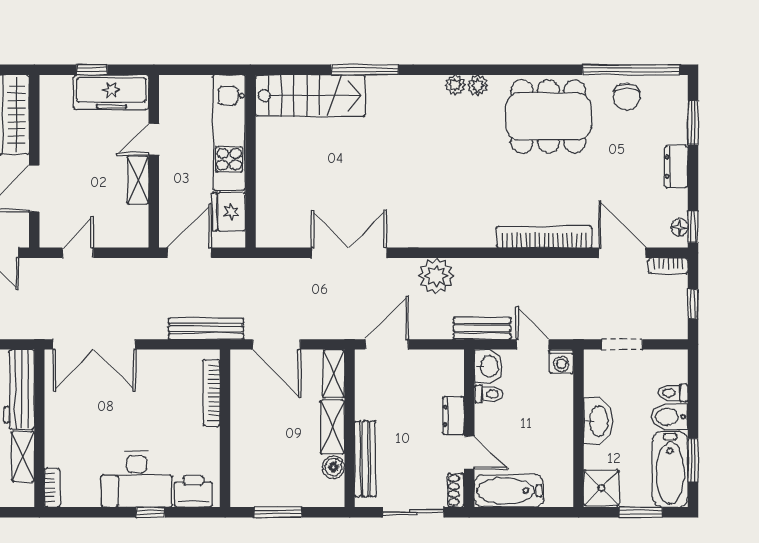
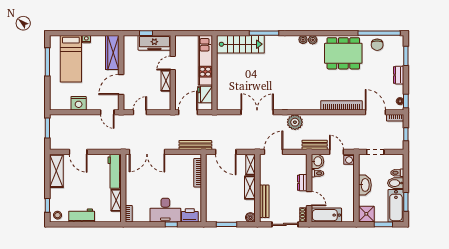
boiler: (333, 467) -> (250, 217), moved

